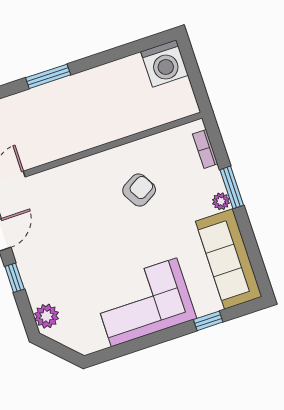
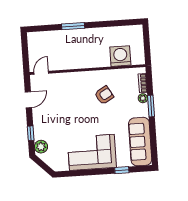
washing machine: (165, 63) -> (120, 56), moved, turned 180
plant: (221, 201) -> (143, 98), moved
window: (15, 278) -> (31, 133), moved

